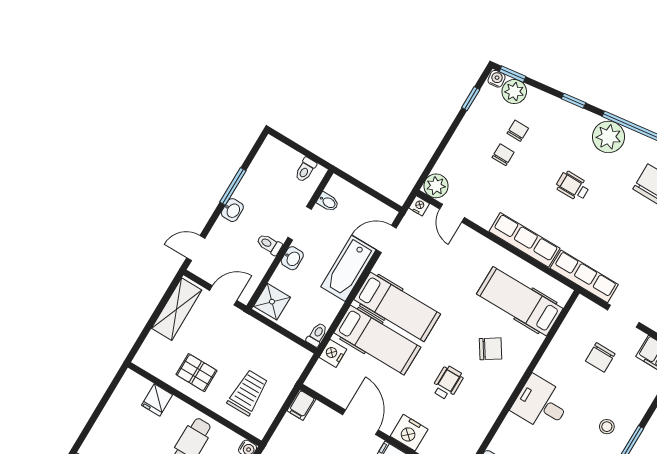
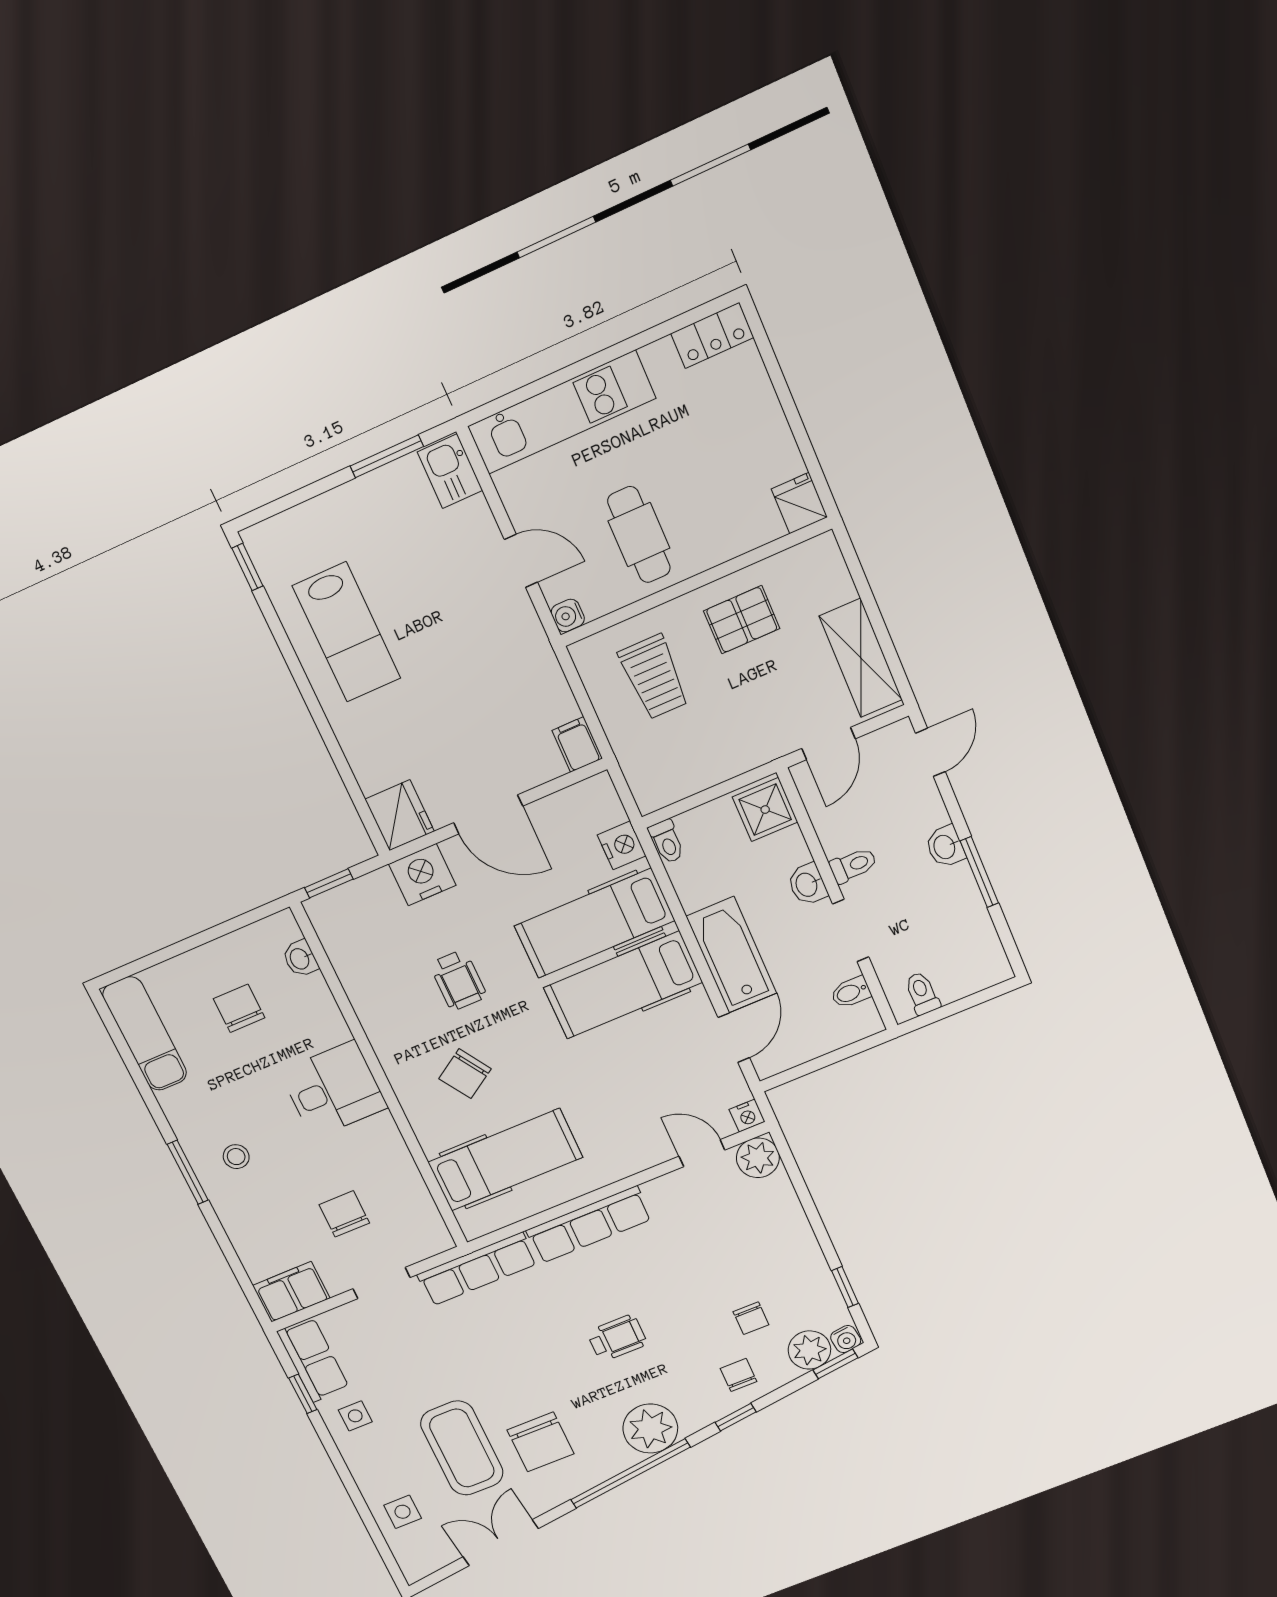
chair: (503, 155) -> (739, 1375), moved, turned 180
fridge: (157, 400) -> (799, 503), moved

